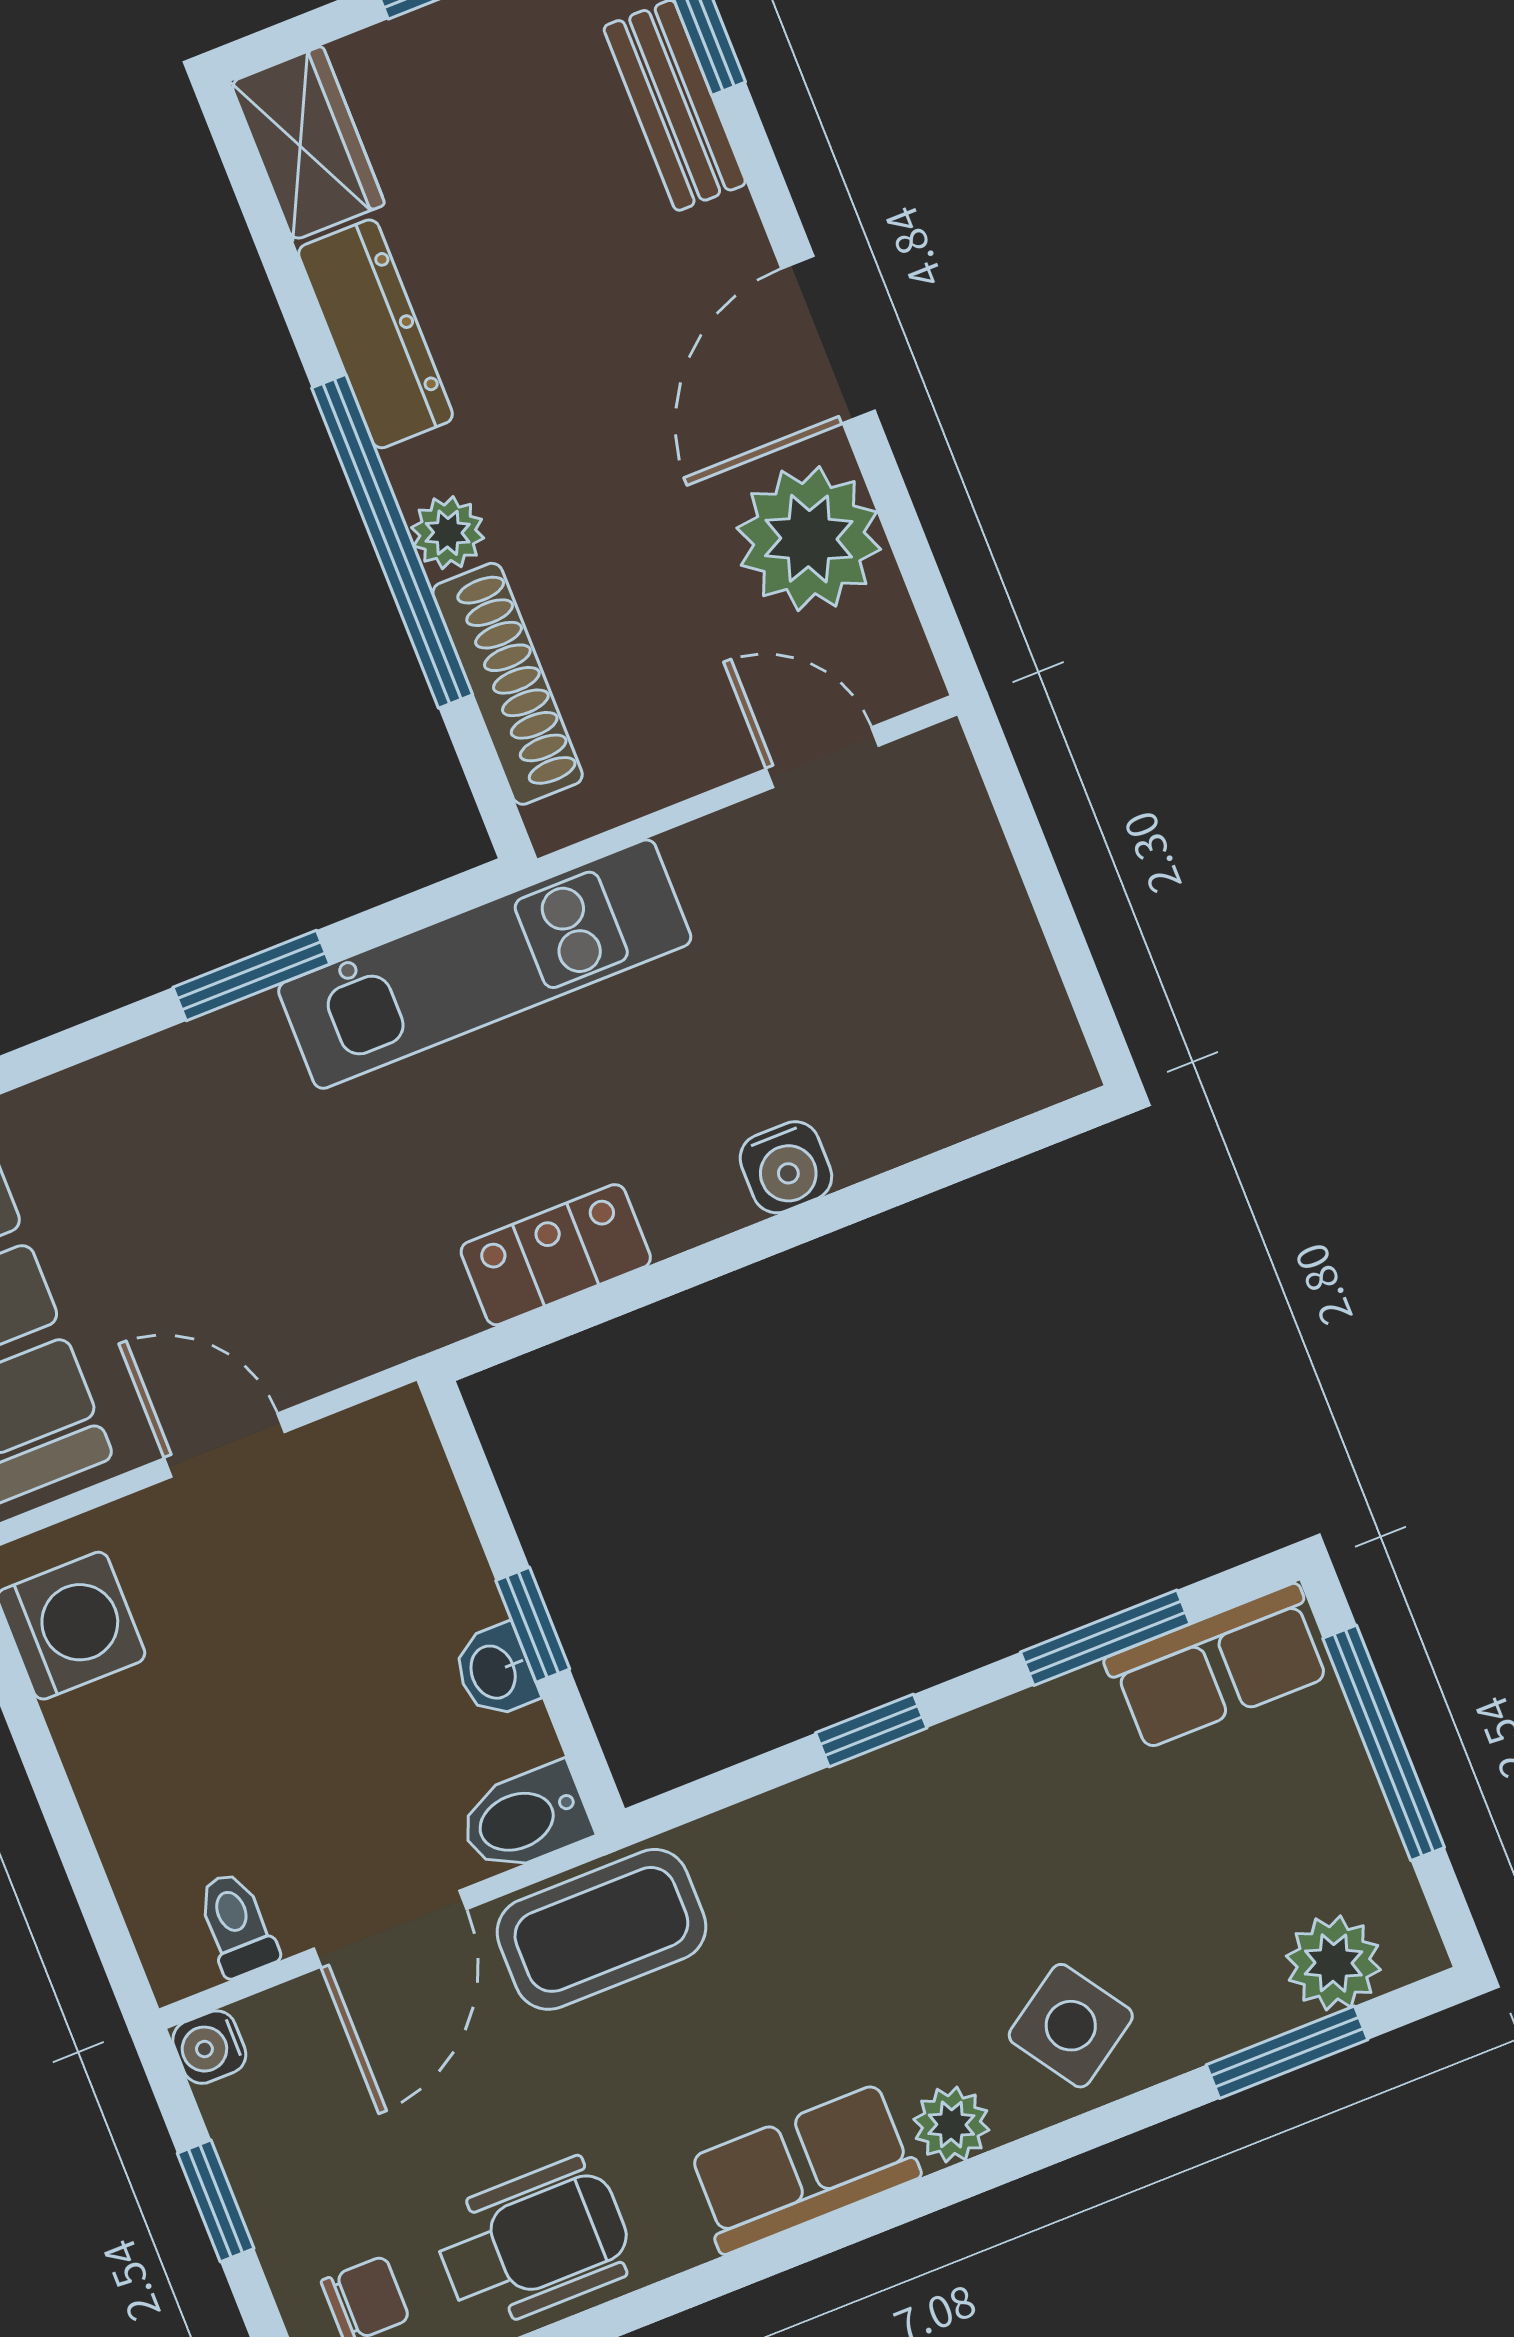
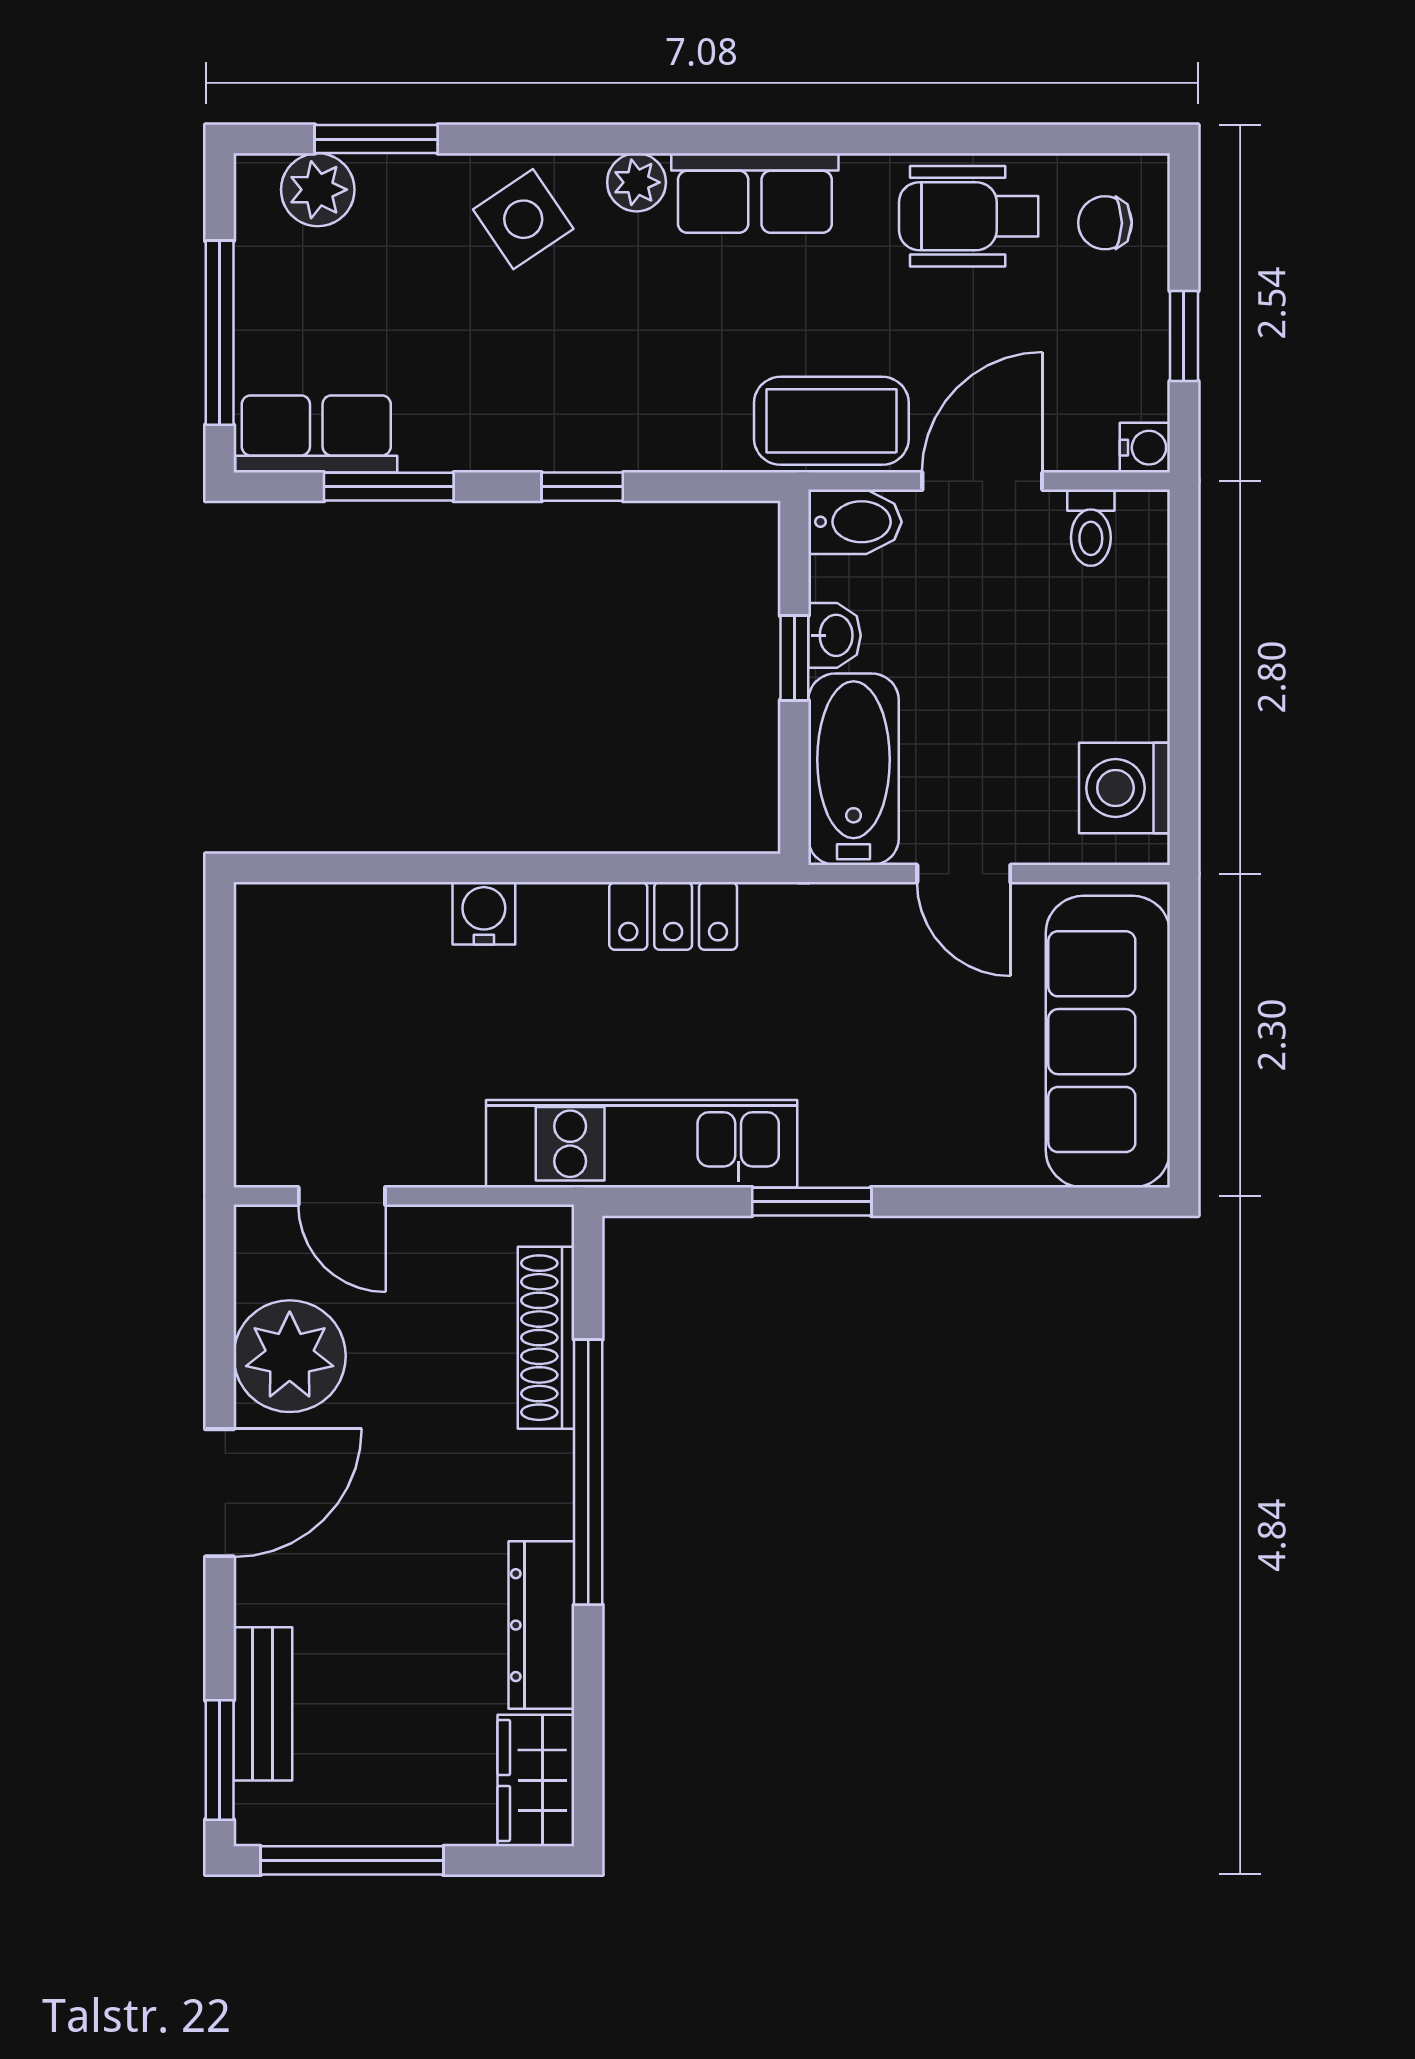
plant: (448, 533) -> (546, 1463), removed
bathtub: (408, 1519) -> (854, 769), added

